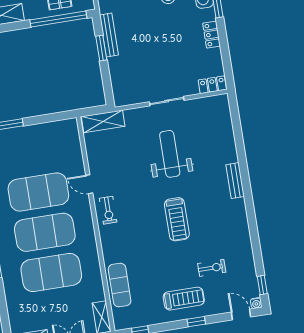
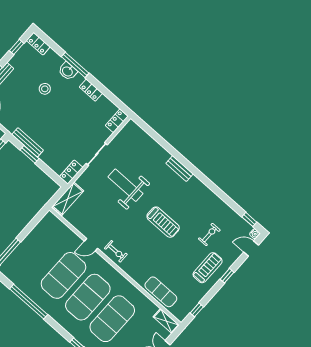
locker: (127, 98) -> (71, 172), added

